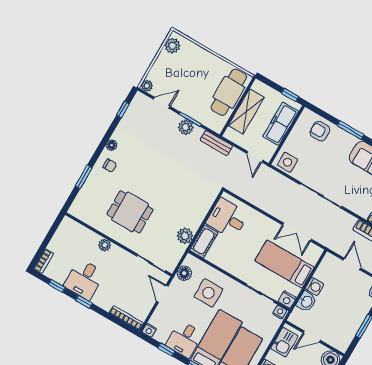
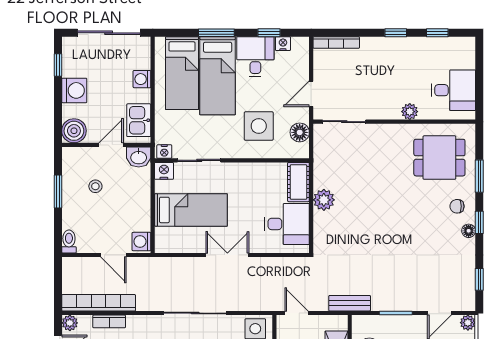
plant: (186, 127) -> (395, 301), removed
window: (101, 147) -> (479, 222), added
dining table: (130, 212) -> (439, 158), moved
double door: (297, 232) -> (227, 255), moved
plant: (185, 236) -> (324, 200), moved
bookcase: (44, 261) -> (469, 52), removed
desk: (84, 279) -> (453, 90), moved, turned 90
washing machine: (314, 286) -> (141, 242), moved
door: (162, 294) -> (311, 94), swing flipped
washbasin: (306, 302) -> (139, 157), moved, turned -90
stool: (338, 316) -> (95, 186), added
nightstand: (149, 330) -> (283, 44), moved

